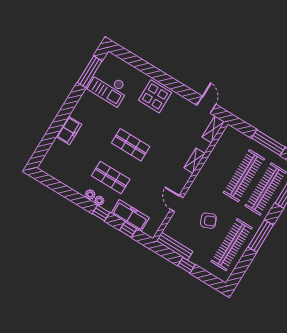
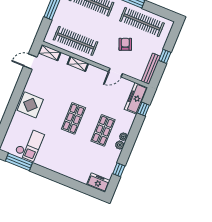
freezer: (69, 130) -> (98, 183), moved
clothes rail: (244, 176) -> (76, 41), moved
window: (101, 213) -> (119, 170), moved
freezer: (130, 216) -> (136, 98), moved

